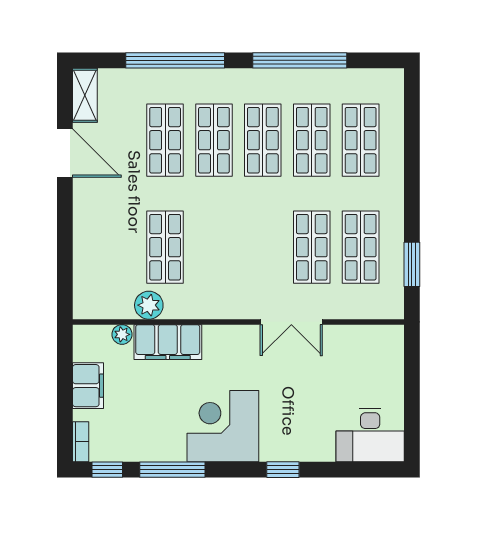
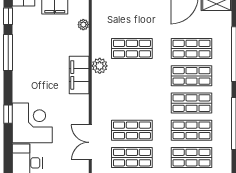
plant: (149, 305) -> (100, 66), moved
double door: (291, 322) -> (90, 142), moved
filing cabinet: (168, 342) -> (79, 75), moved
corner desk: (223, 426) -> (32, 123), moved

